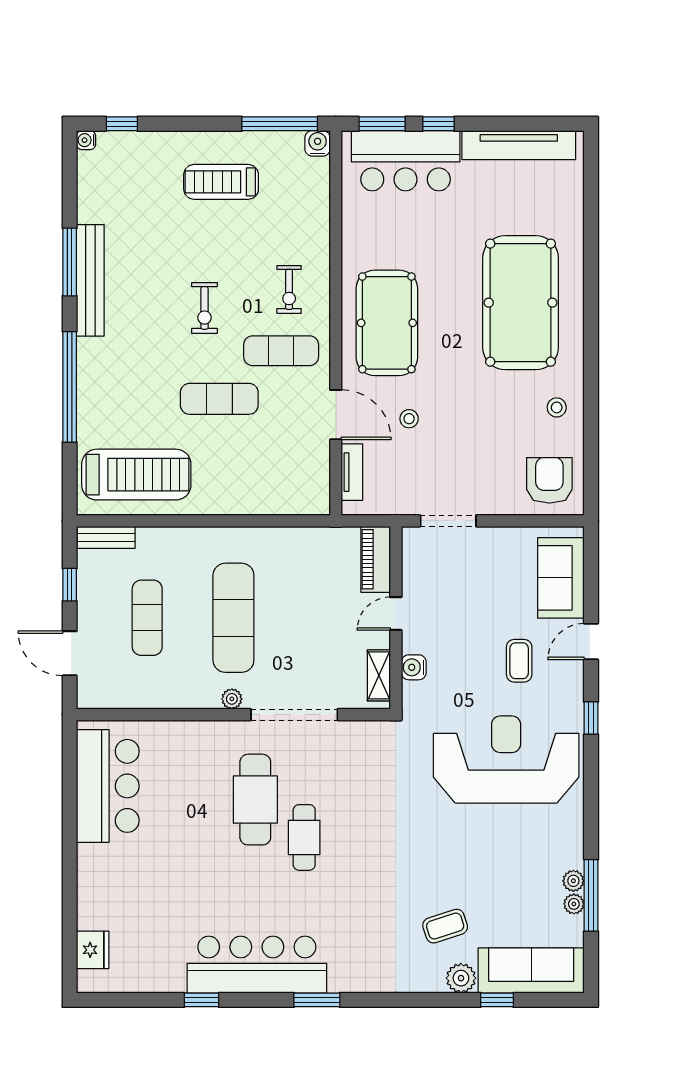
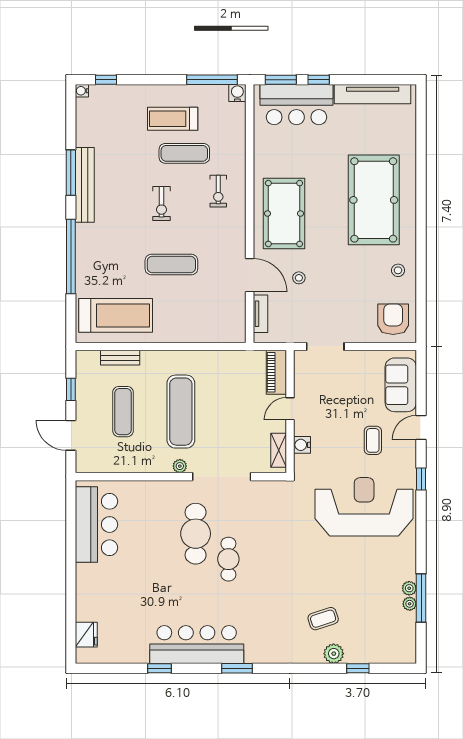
exercise mat: (281, 351) -> (184, 153), moved
bench: (106, 537) -> (120, 358), moved
sofa: (531, 970) -> (381, 648), removed

